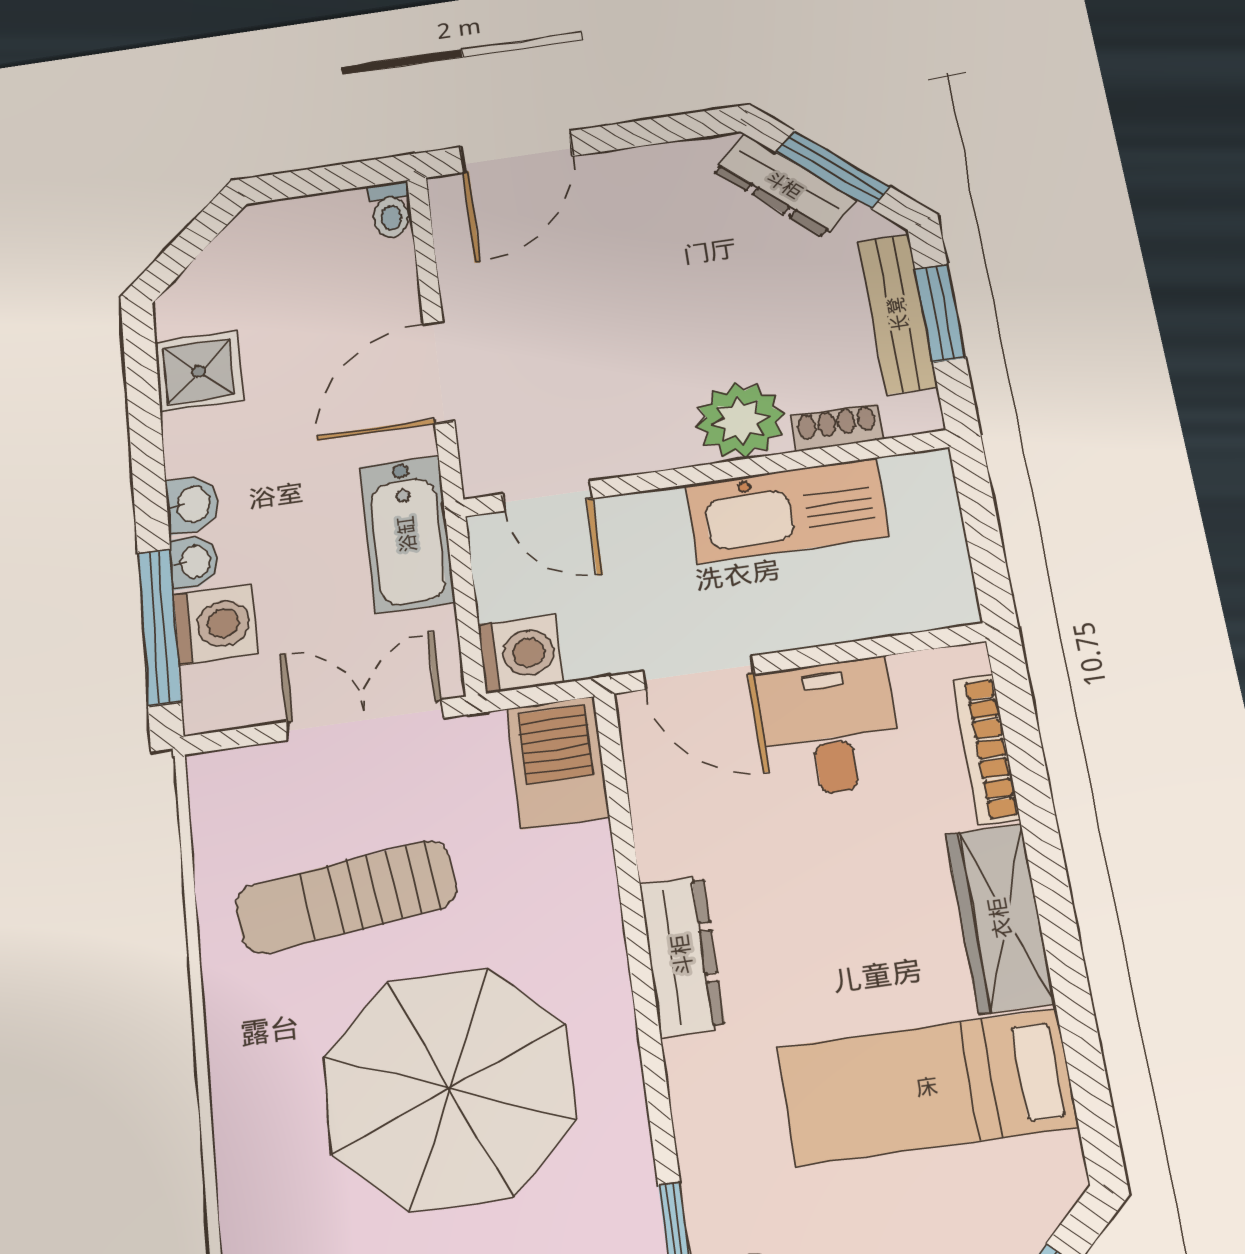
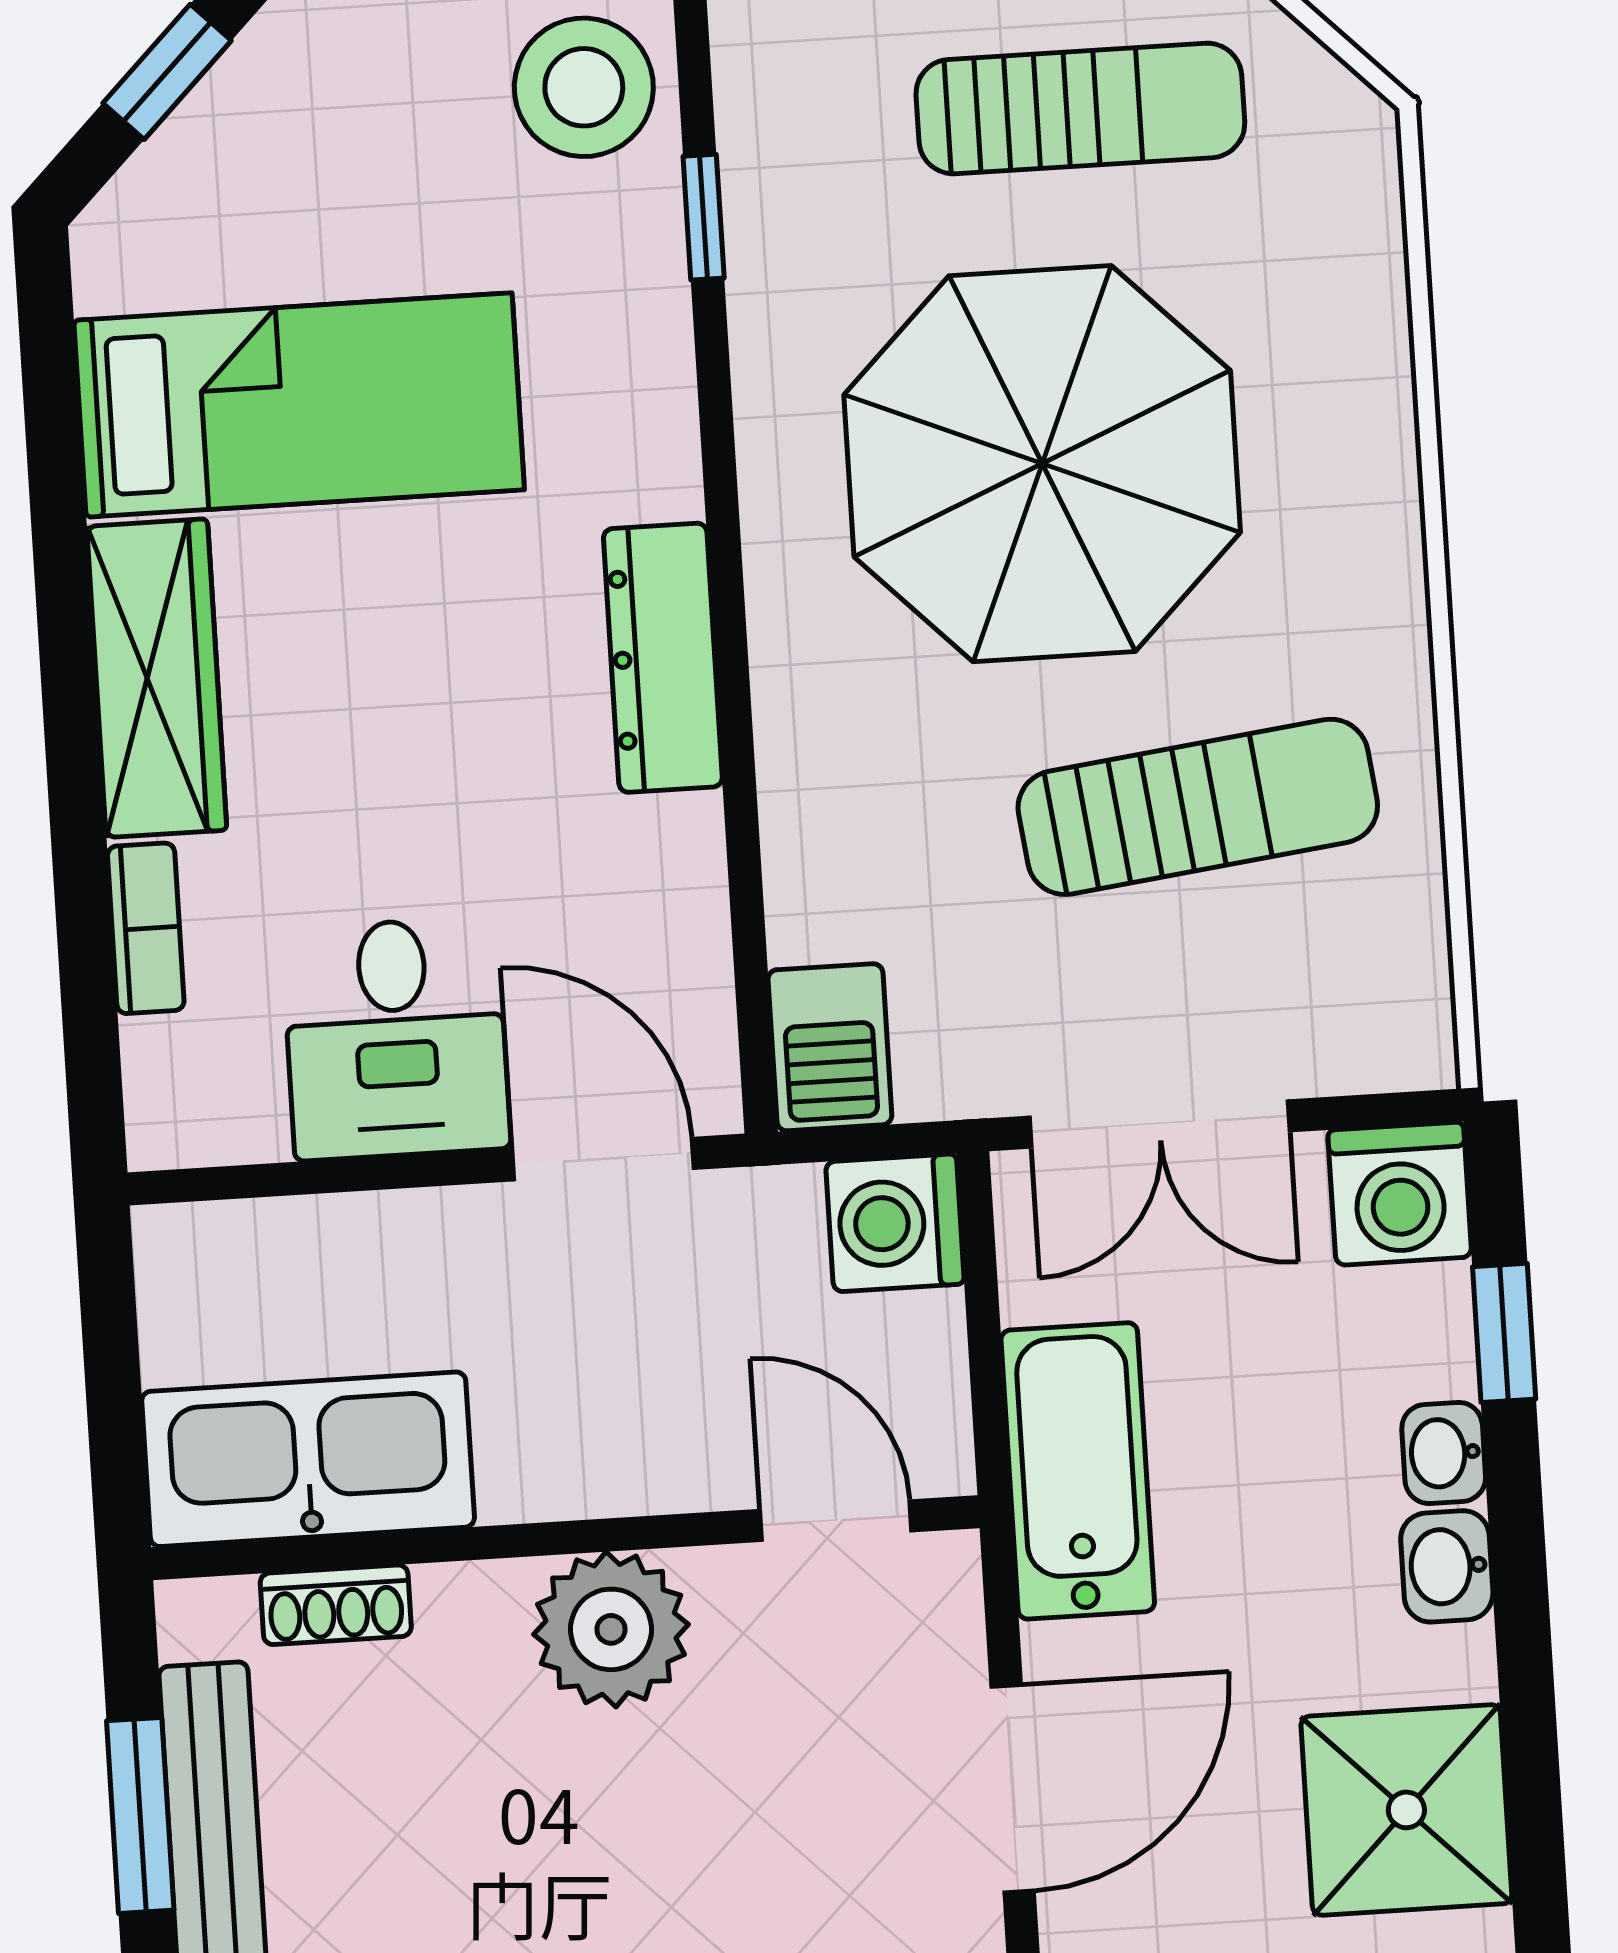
shower: (199, 371) -> (1406, 1810), width x1.36, depth x1.36
plant: (740, 420) -> (611, 1629), moved
kitchen sink: (787, 511) -> (308, 1459), moved
washing machine: (215, 624) -> (1400, 1194), moved, turned -90
window: (159, 627) -> (1504, 1333), width x0.46
bookcase: (986, 749) -> (146, 928), width x0.64
barbecue: (558, 763) -> (830, 1047), width x0.73, depth x0.79

